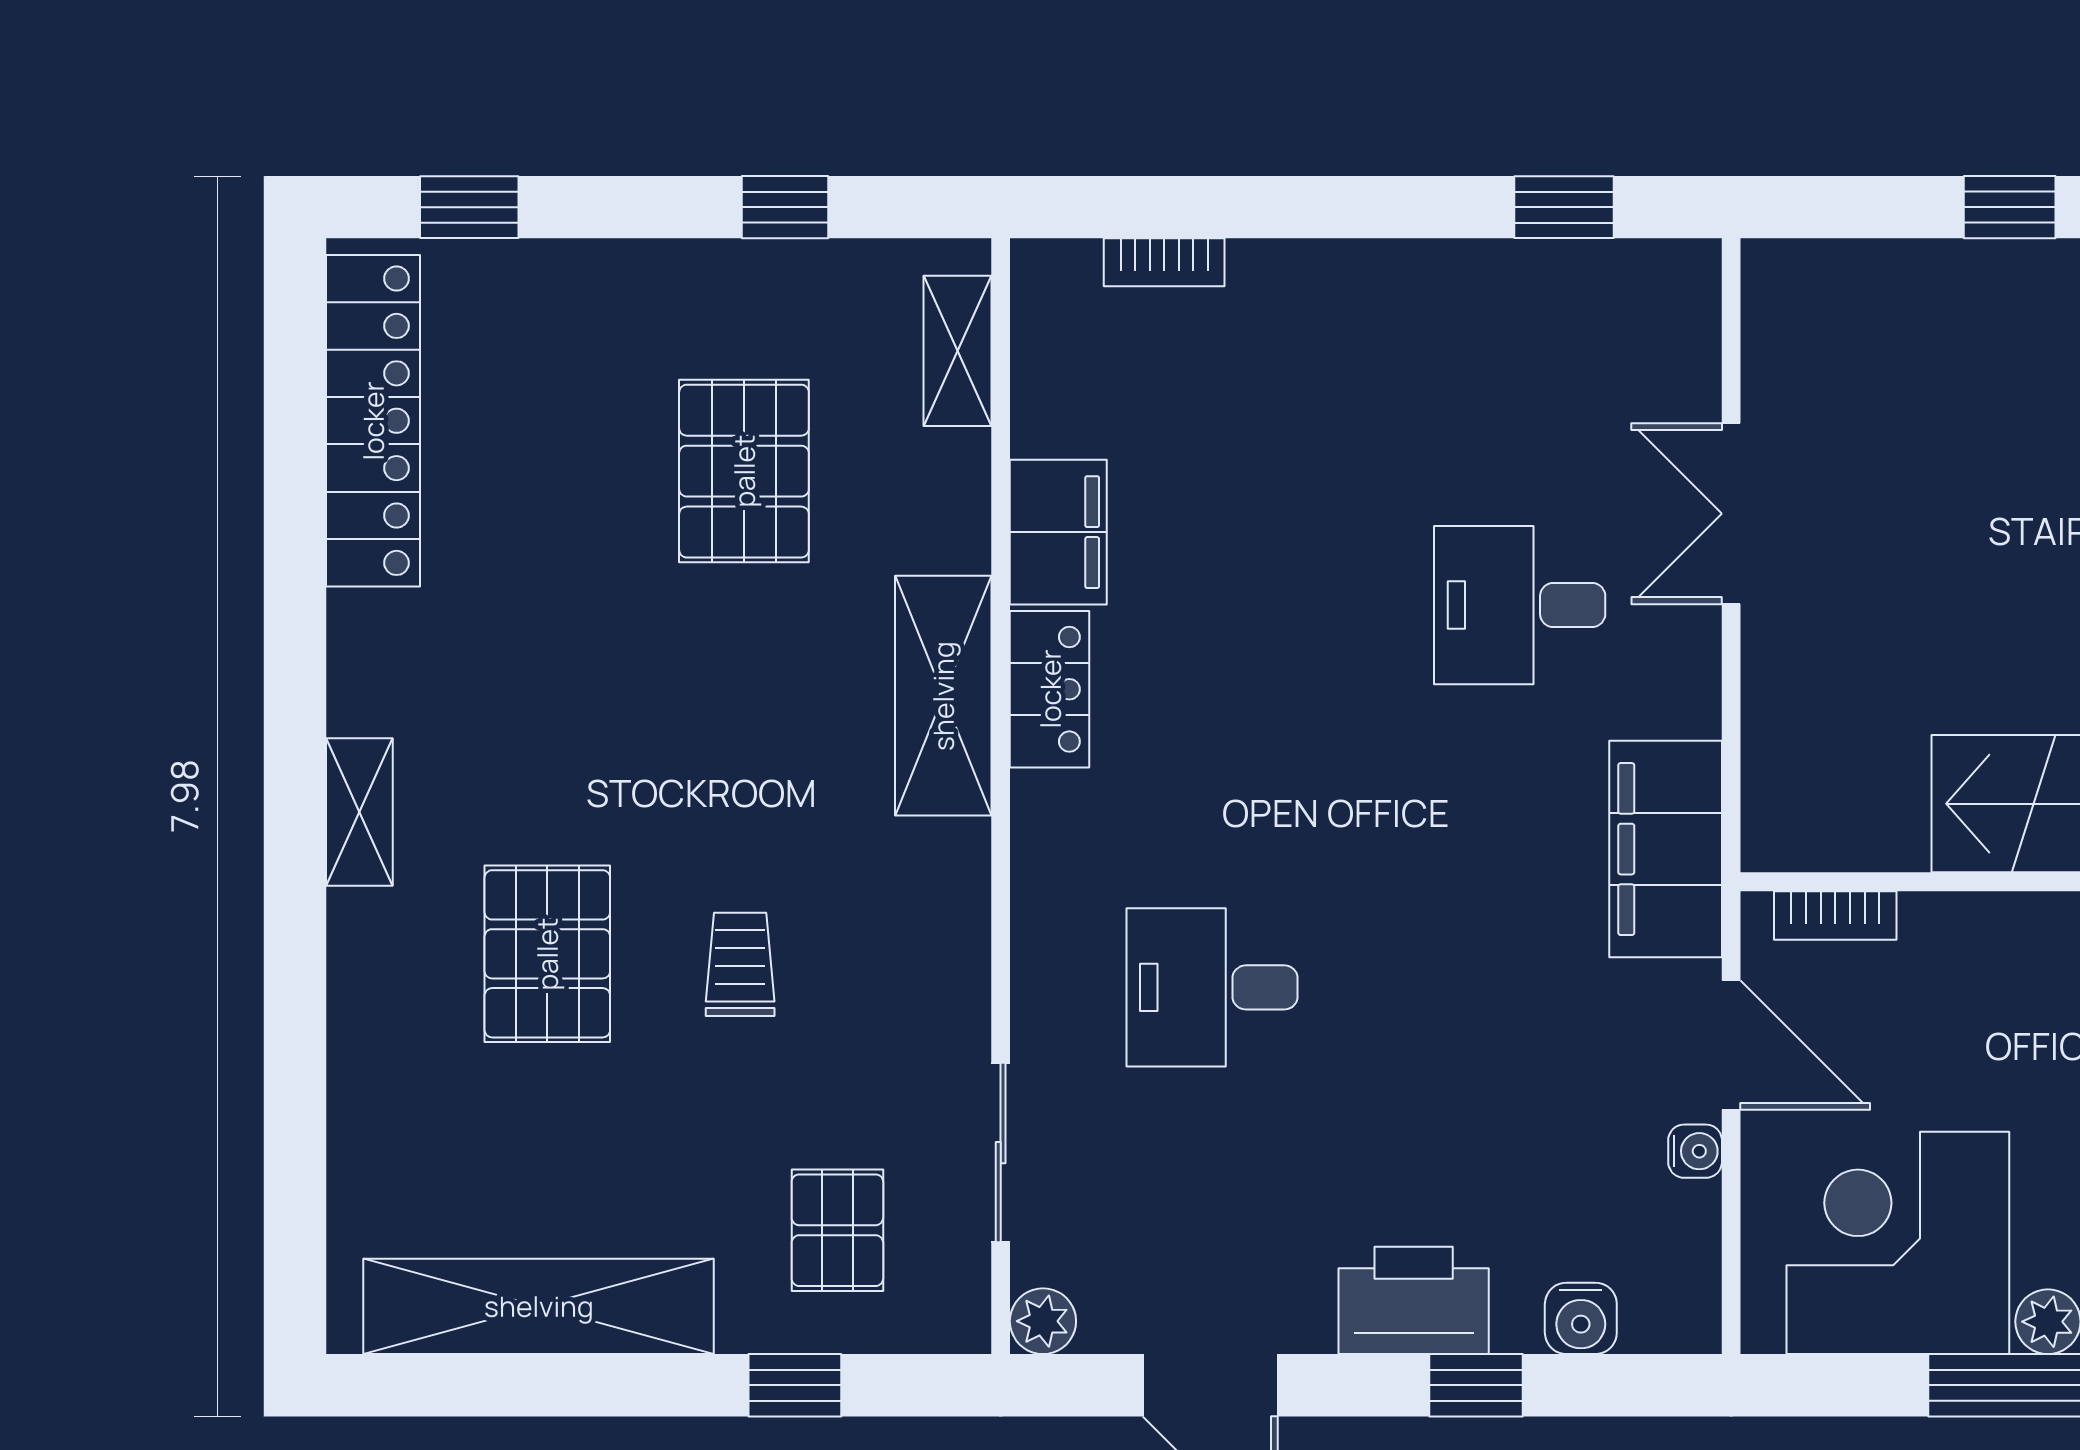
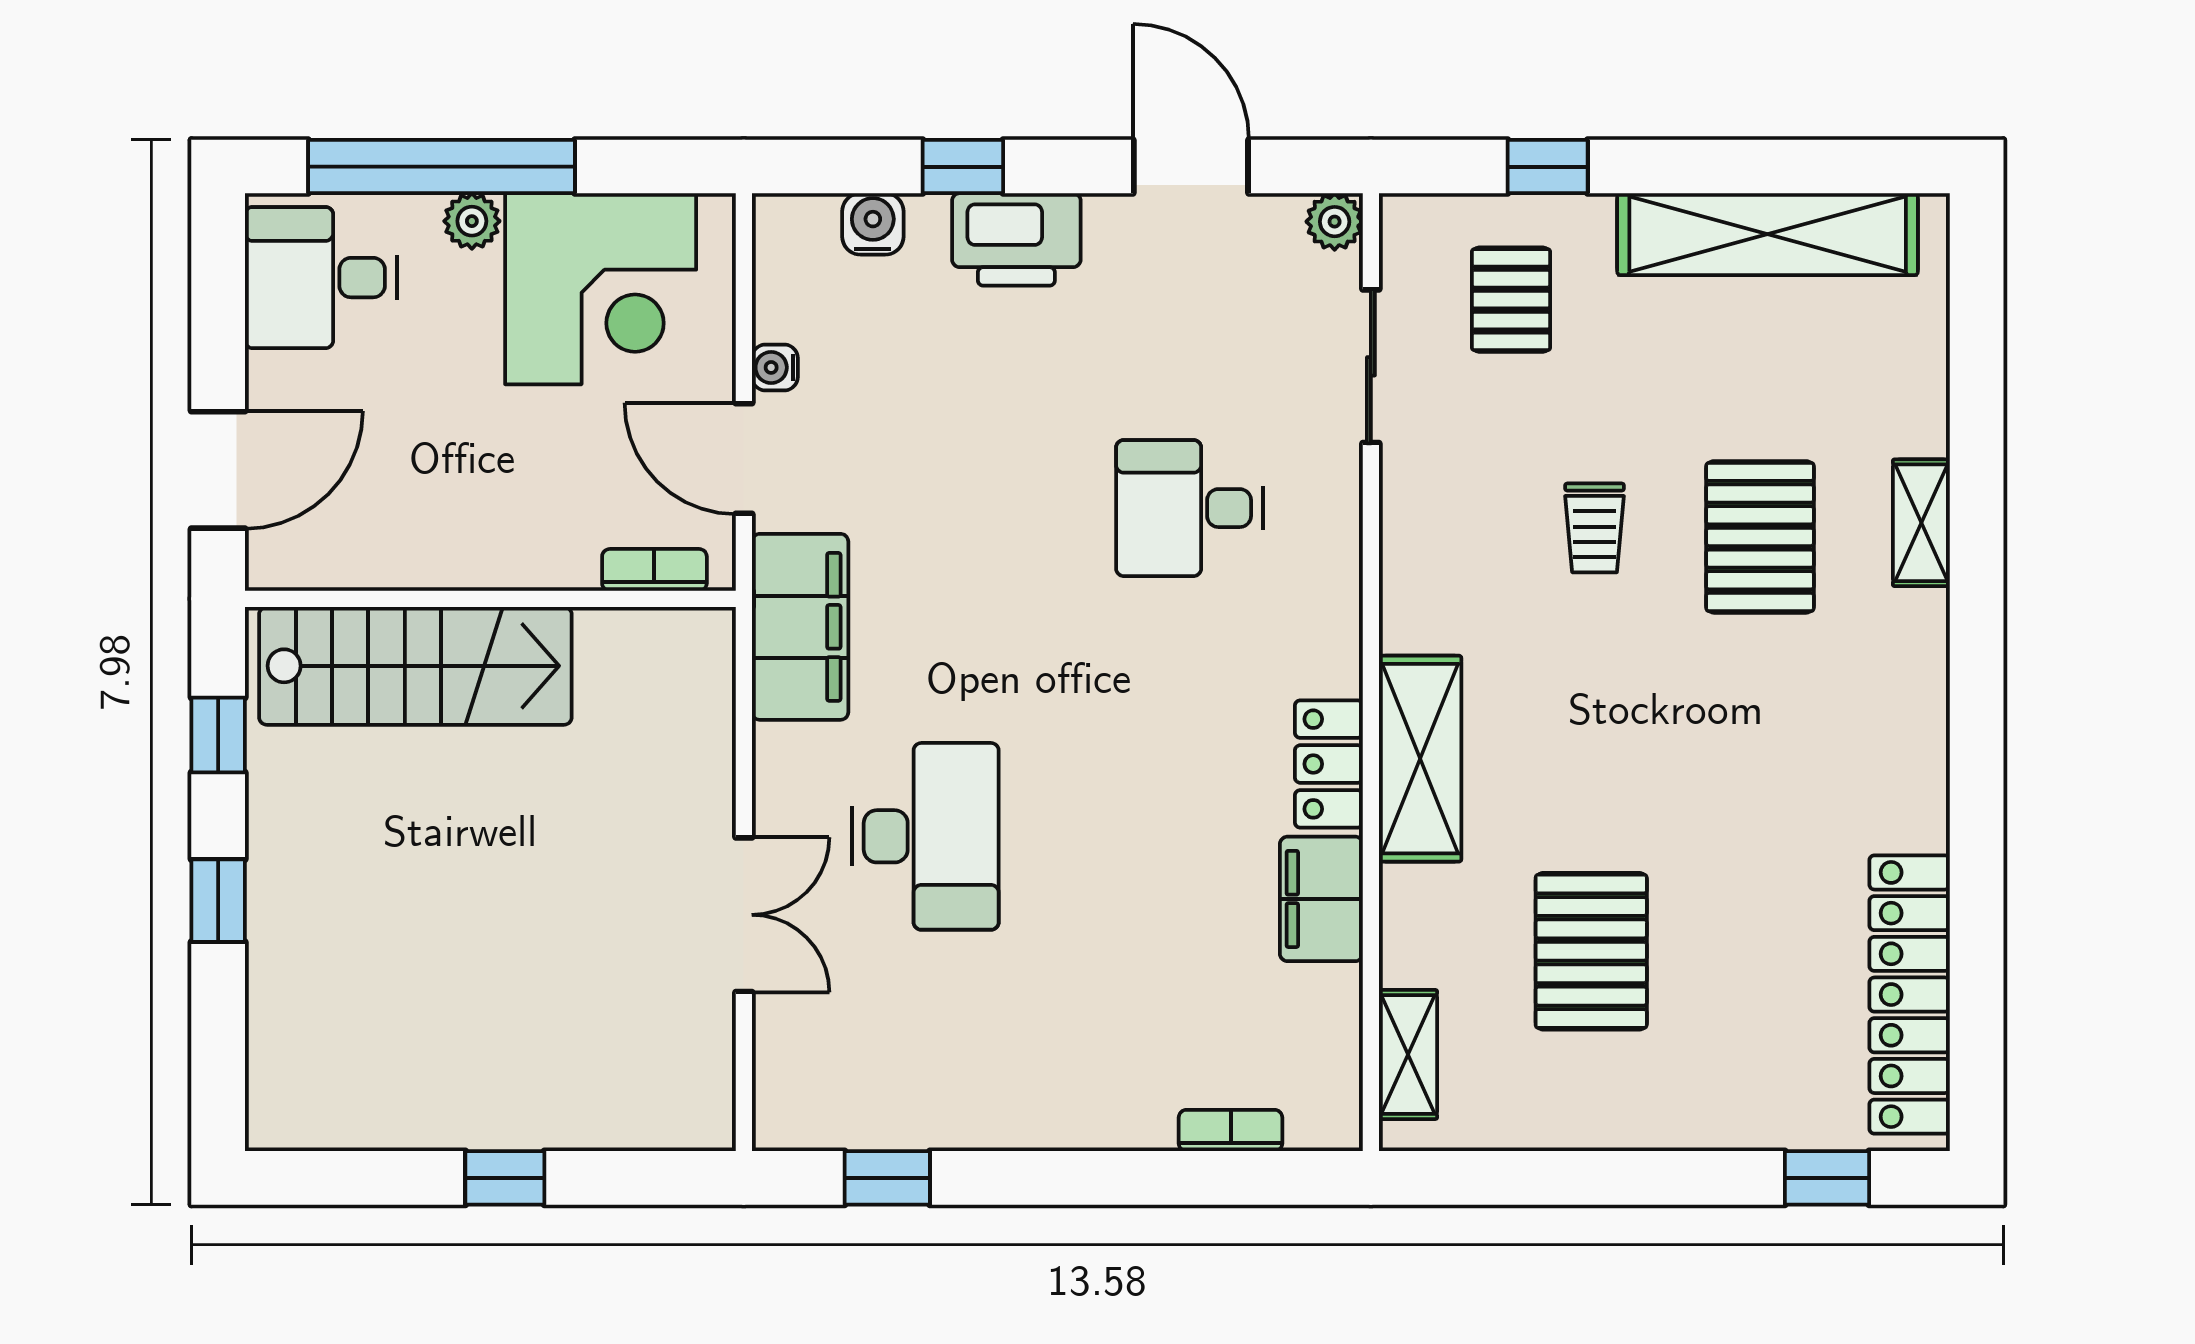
window: (785, 207) -> (1556, 1178), removed
desk: (1520, 605) -> (925, 836), width x1.37
shelving: (359, 812) -> (1921, 523), moved
desk: (1212, 987) -> (1189, 508), turned 180

